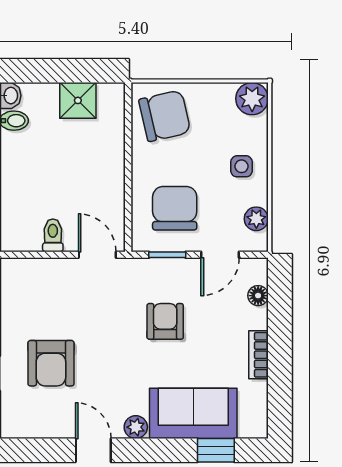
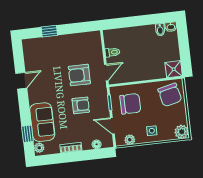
shower: (78, 100) -> (174, 69), moved
armchair: (51, 363) -> (79, 75), moved
plant: (136, 427) -> (39, 148), moved

